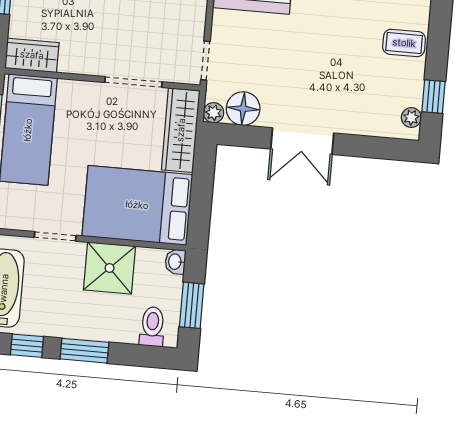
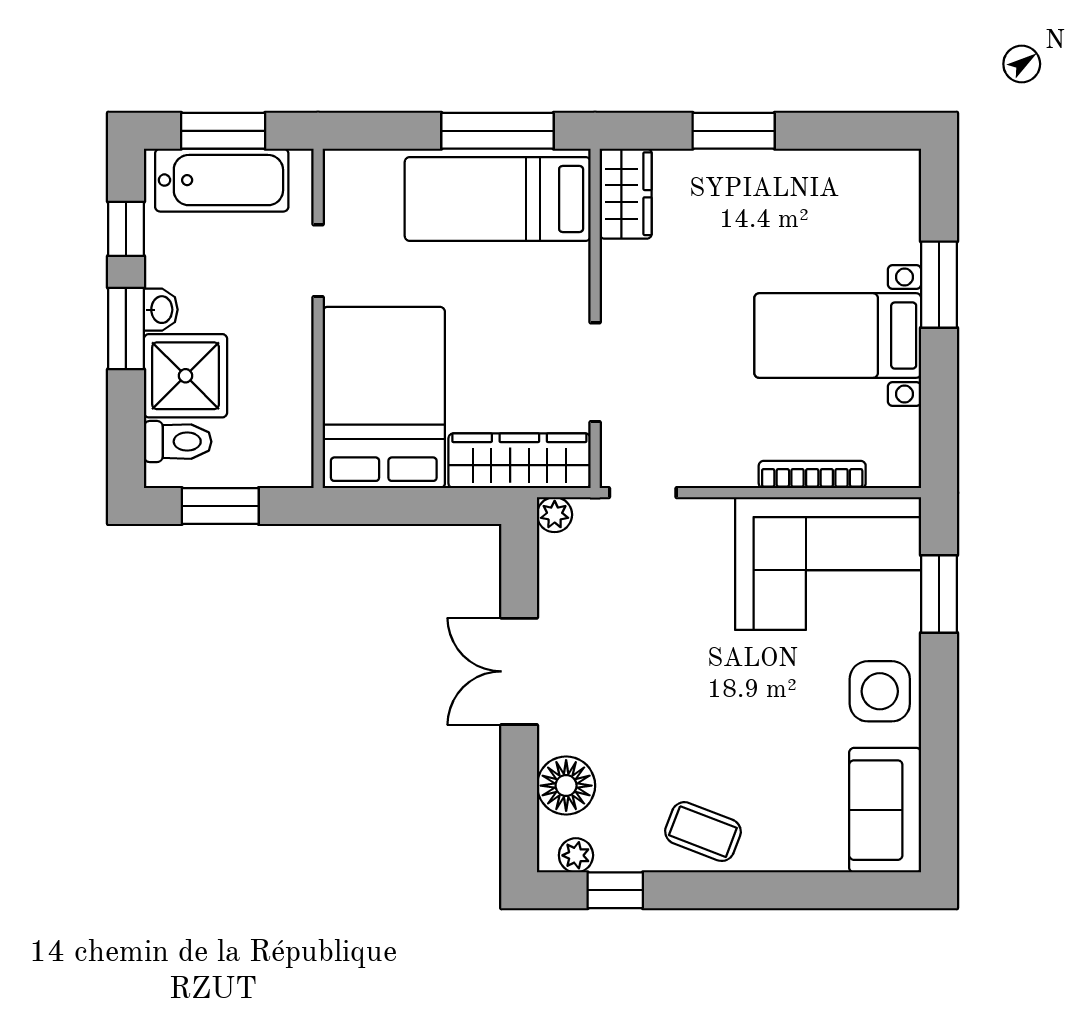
coffee table: (404, 43) -> (703, 832), turned -69
floor lamp: (243, 109) -> (566, 786), moved
washbasin: (175, 262) -> (161, 310), moved, turned 90
shower: (110, 268) -> (186, 376), moved

